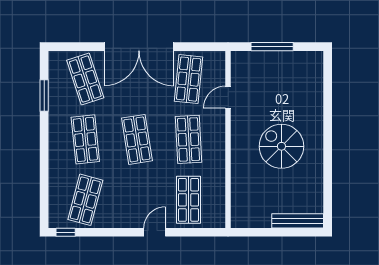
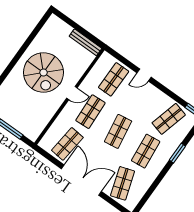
window: (44, 95) -> (177, 153), moved
door: (228, 97) -> (72, 93), moved
spiral stairs: (281, 146) -> (43, 72), width x1.37, depth x1.37
bench: (298, 221) -> (85, 42), moved

